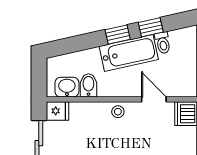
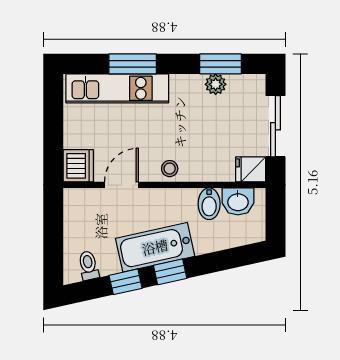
toilet: (163, 43) -> (88, 265), moved
door: (154, 99) -> (121, 185), swing flipped

